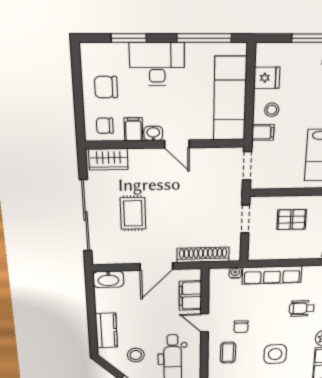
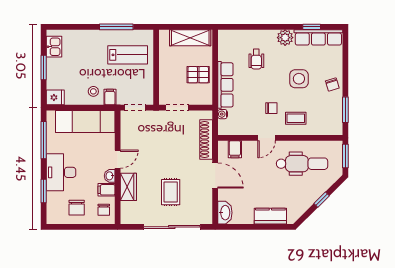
fridge: (267, 78) -> (55, 97), moved, turned 90
wardrobe: (108, 159) -> (128, 187), moved
rug: (133, 213) -> (171, 192), turned 90
pallet: (292, 220) -> (198, 75), moved, turned 90
filing cabinet: (190, 296) -> (235, 149), width x0.50
stool: (136, 355) -> (295, 194), removed

